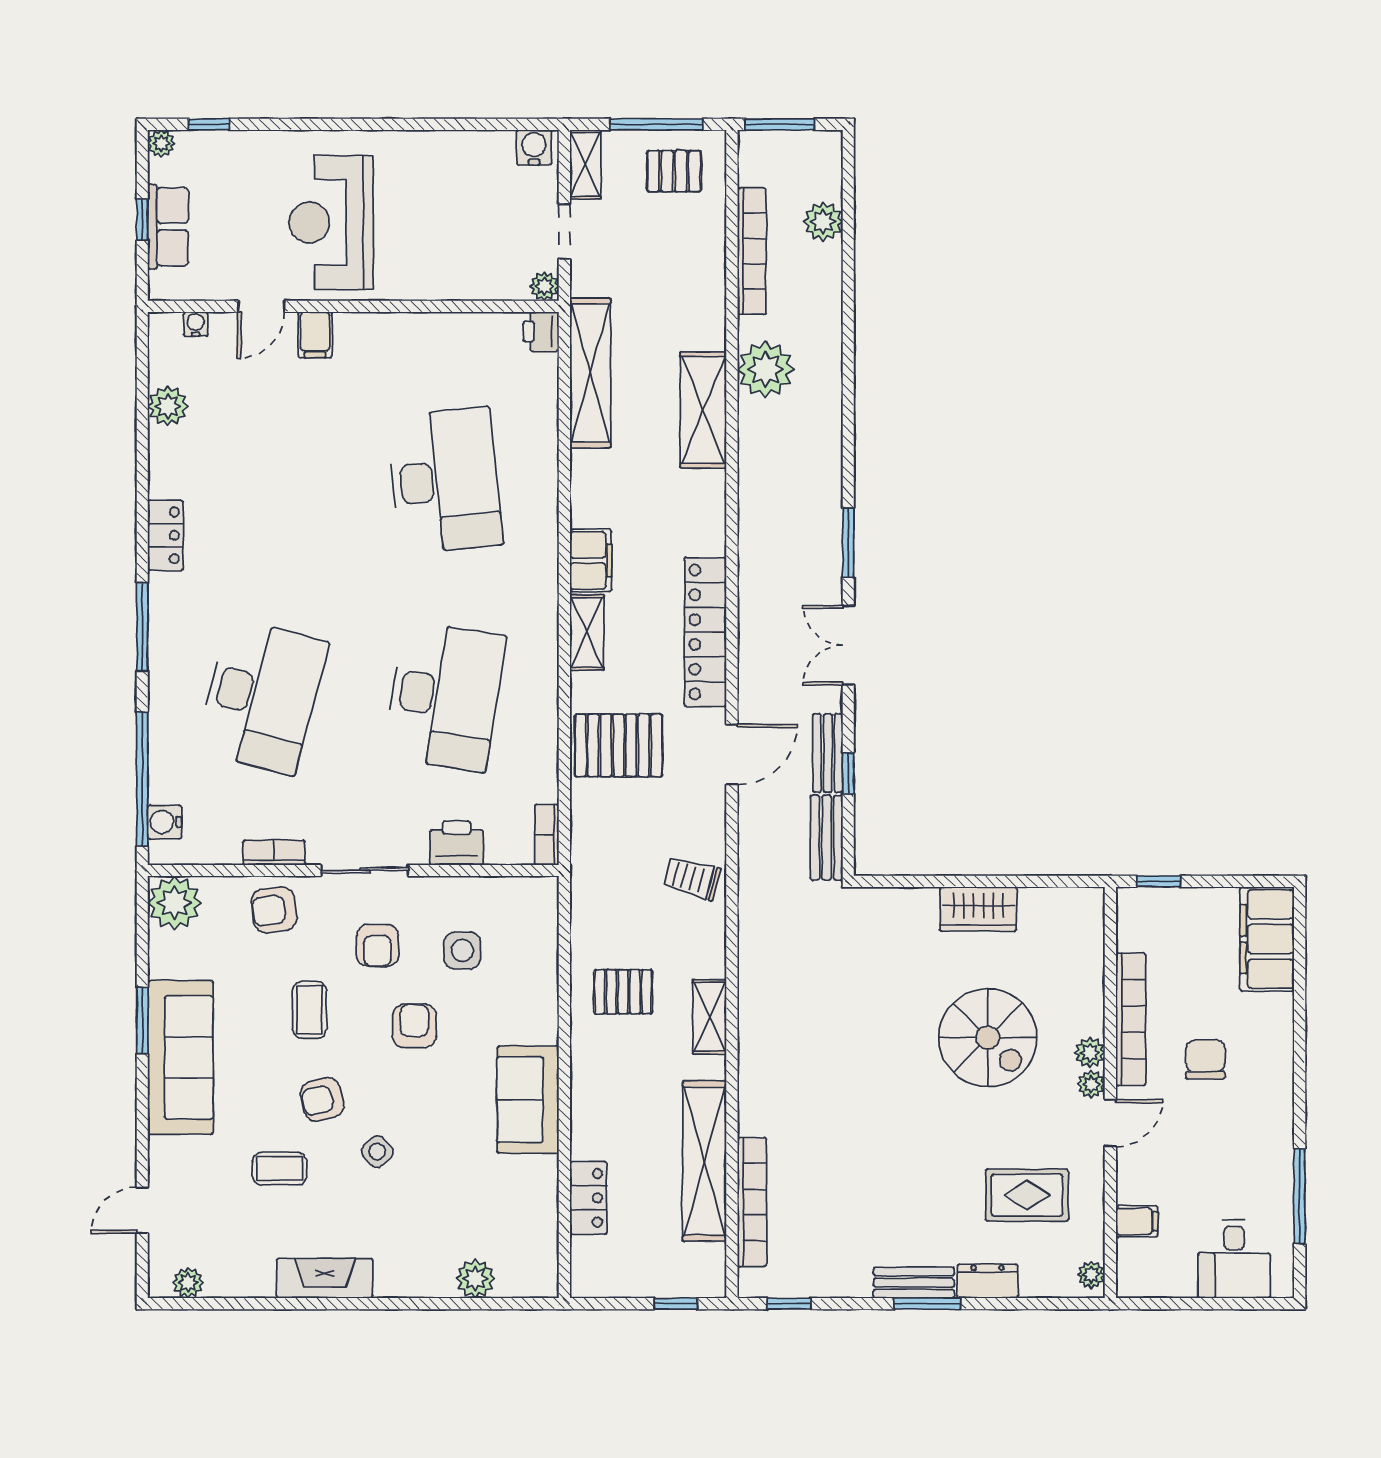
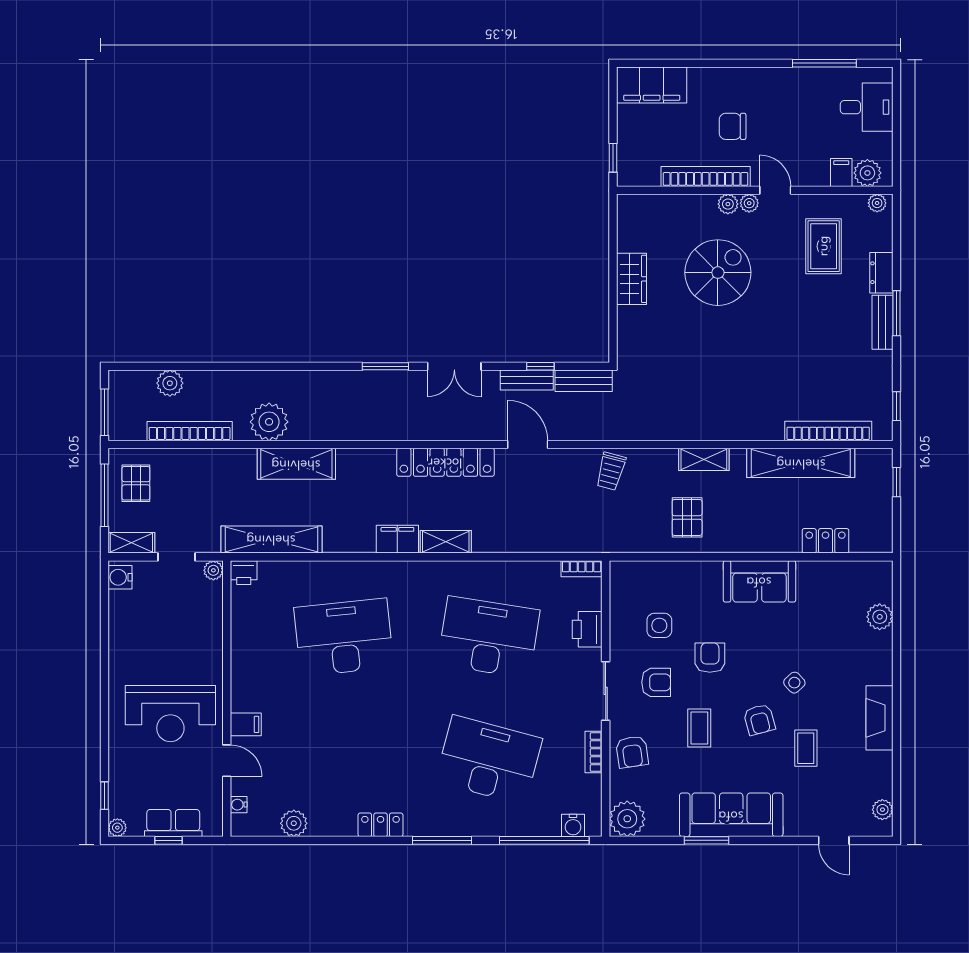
pallet: (618, 745) -> (522, 521), removed
coffee table: (310, 1010) -> (699, 728), turned 90
armchair: (414, 1026) -> (710, 658), turned 90
plant: (1136, 1260) -> (867, 173), added

